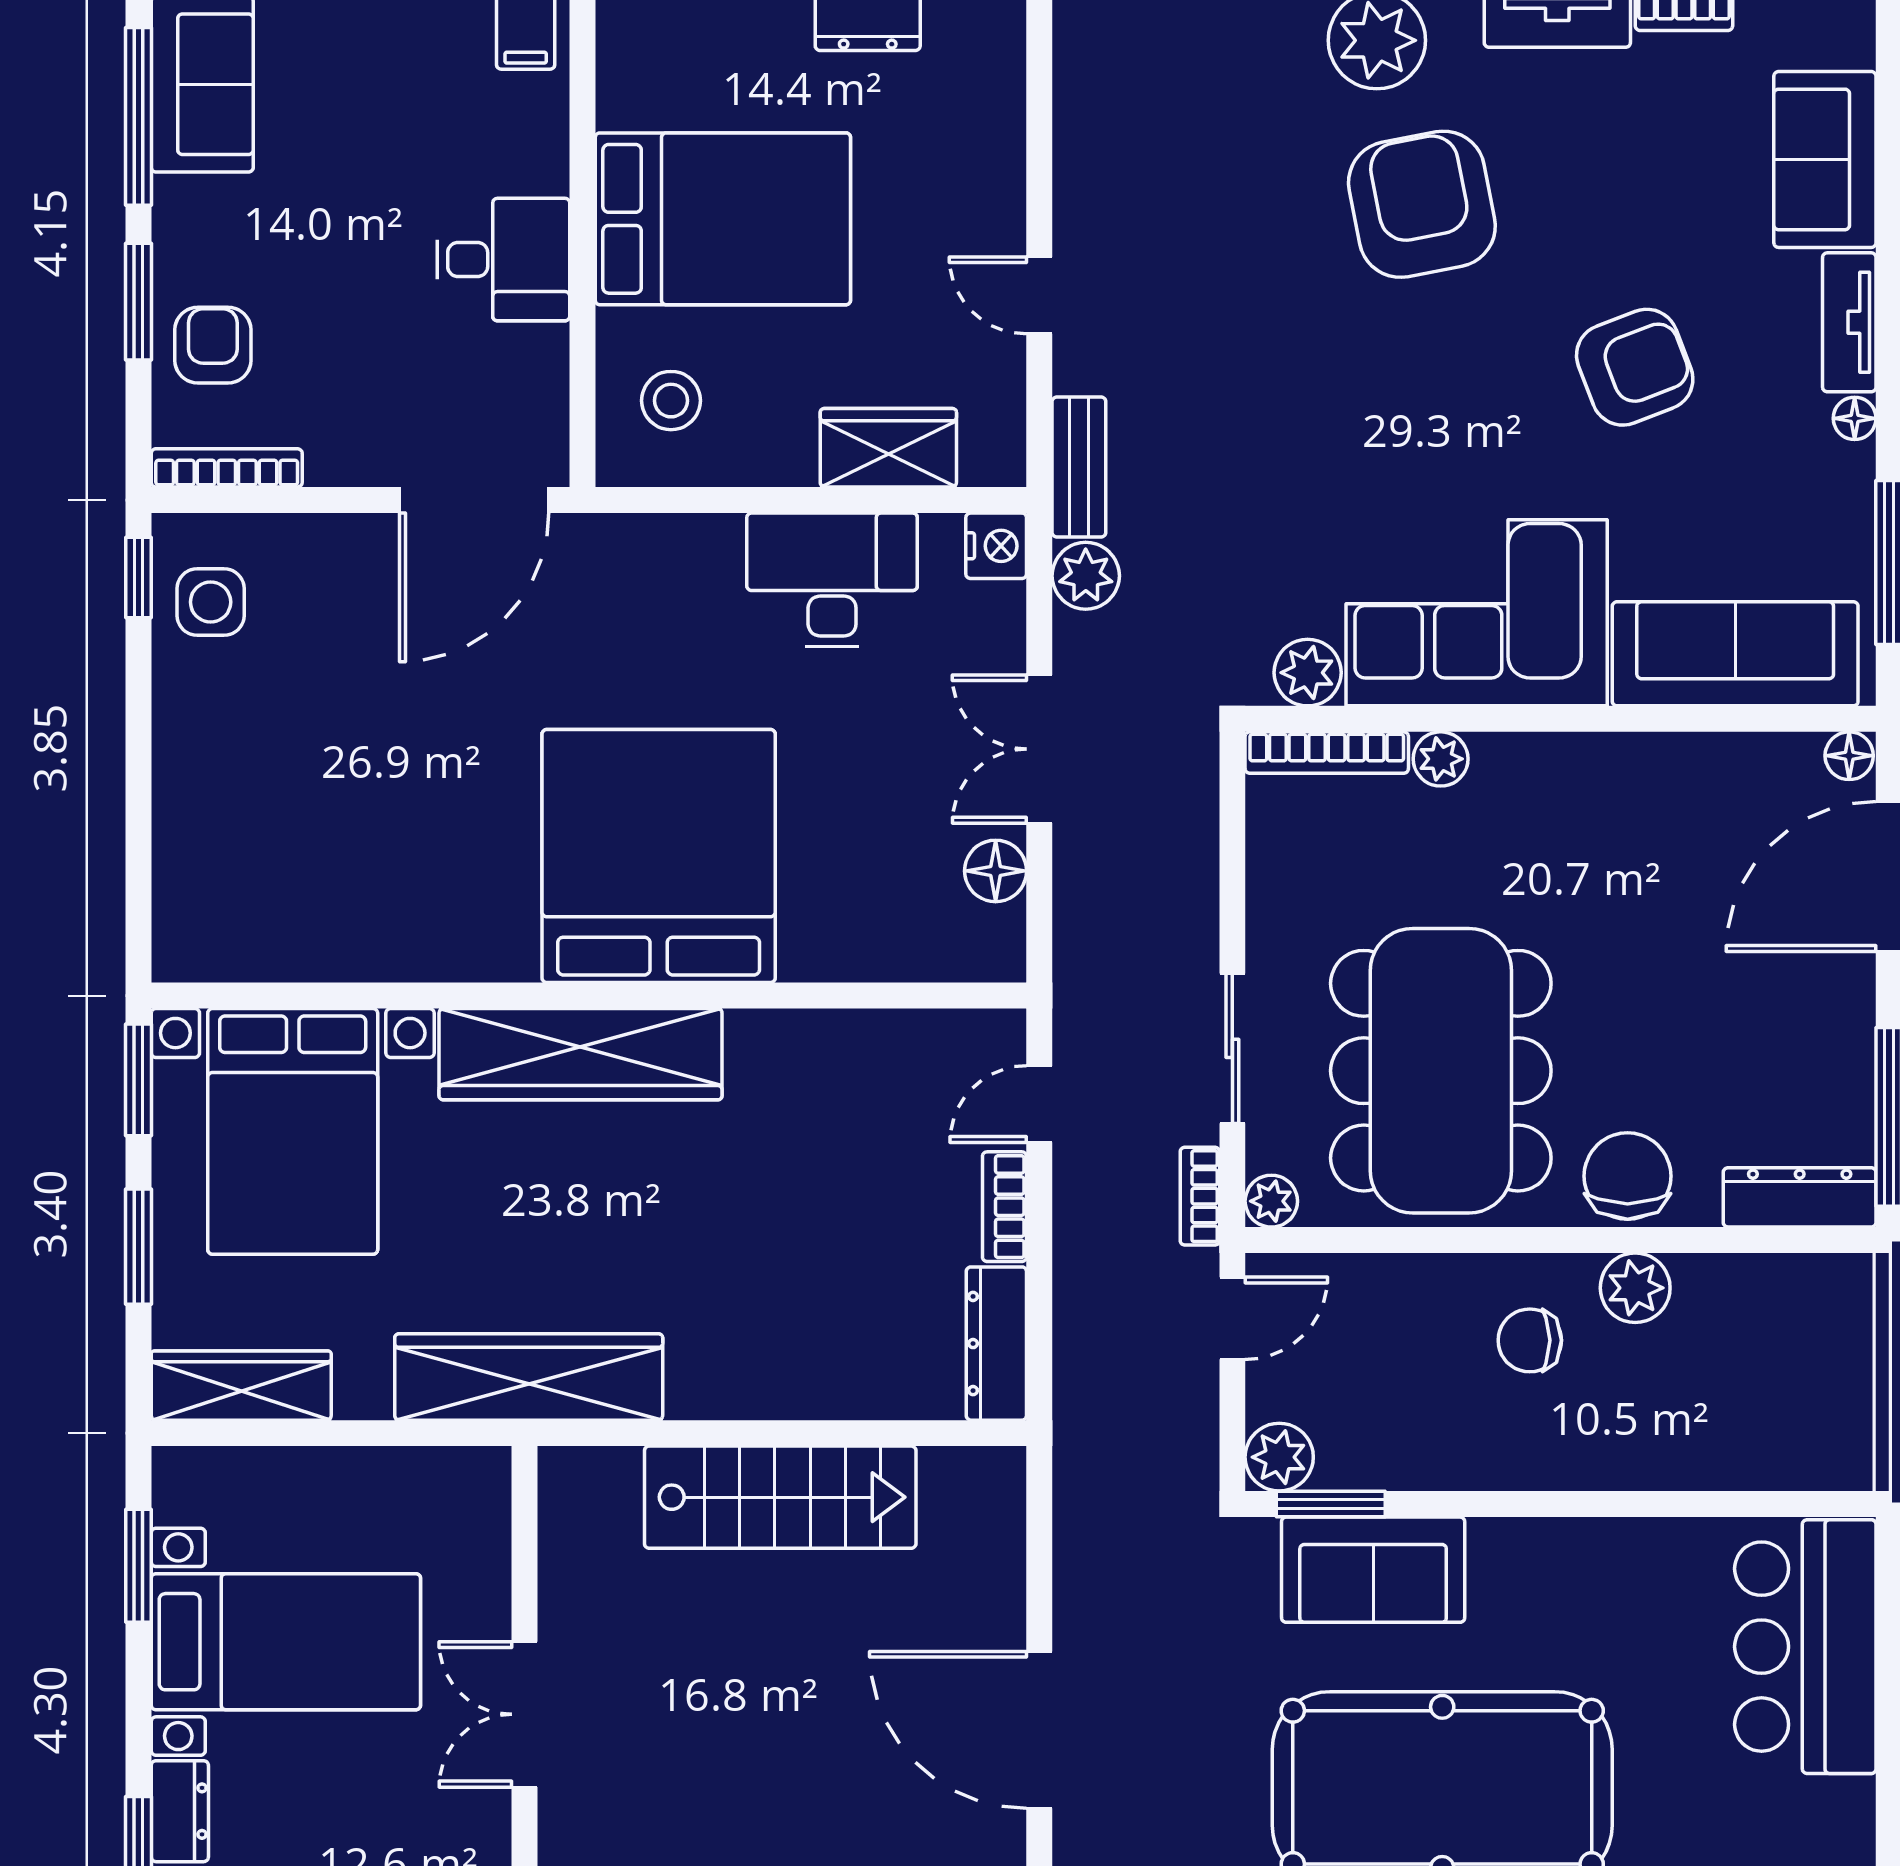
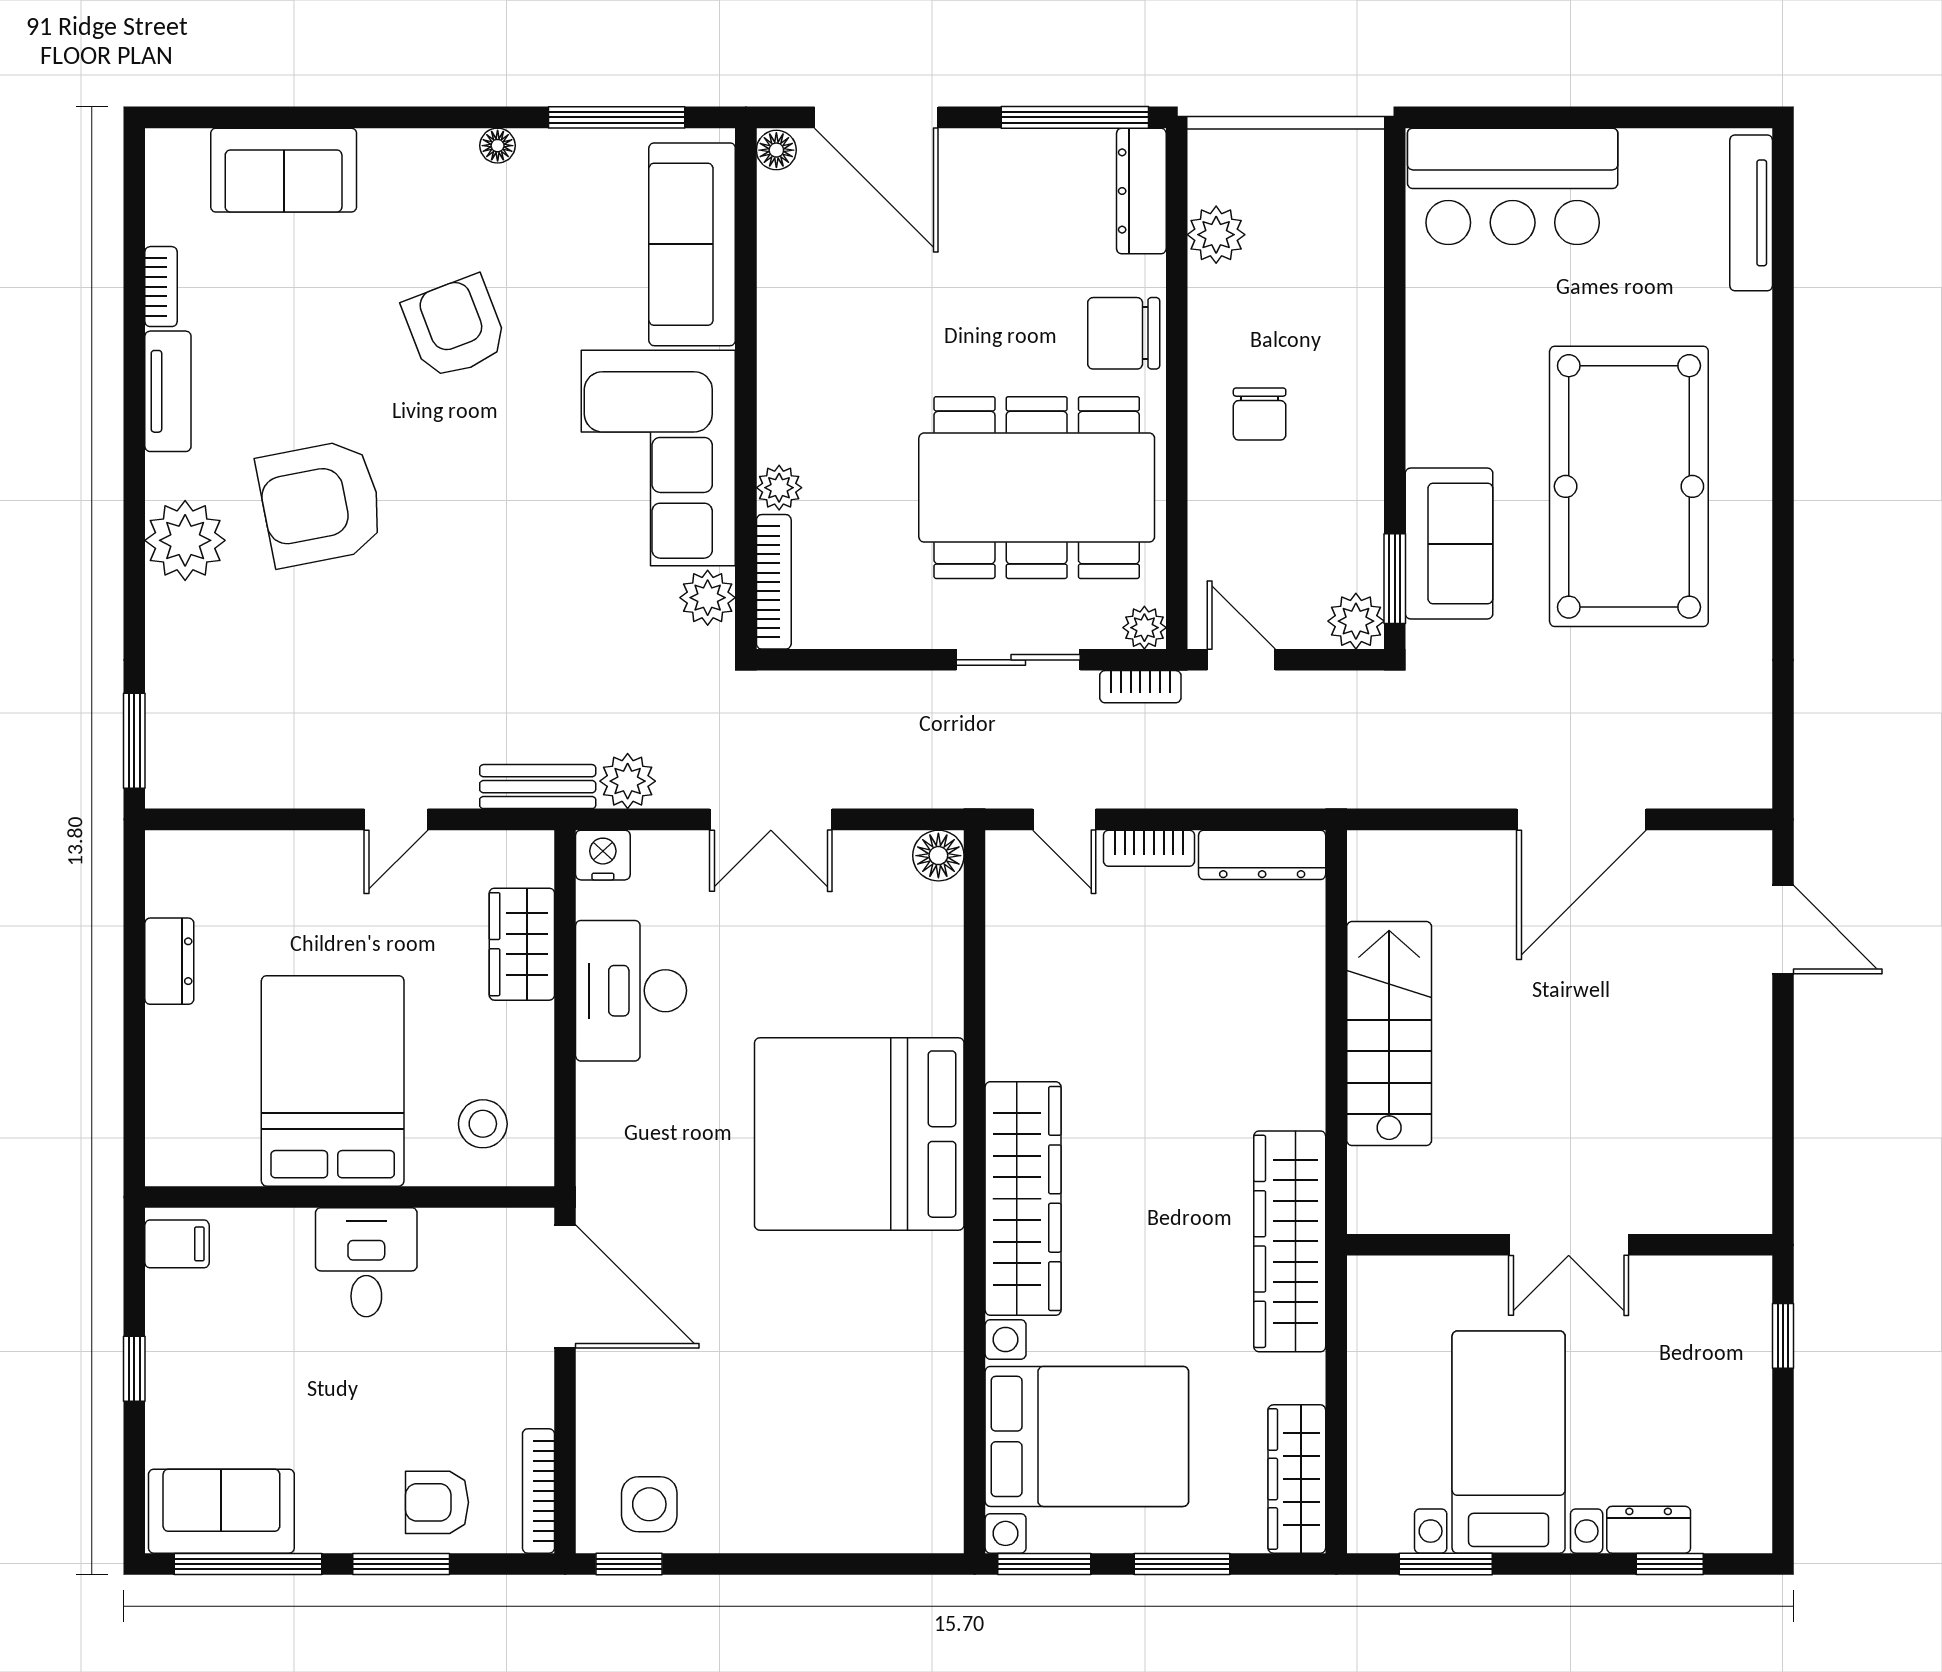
tv unit: (1849, 322) -> (418, 150), removed
floor lamp: (996, 871) -> (938, 856), moved
plant: (1635, 1288) -> (1216, 235), moved

